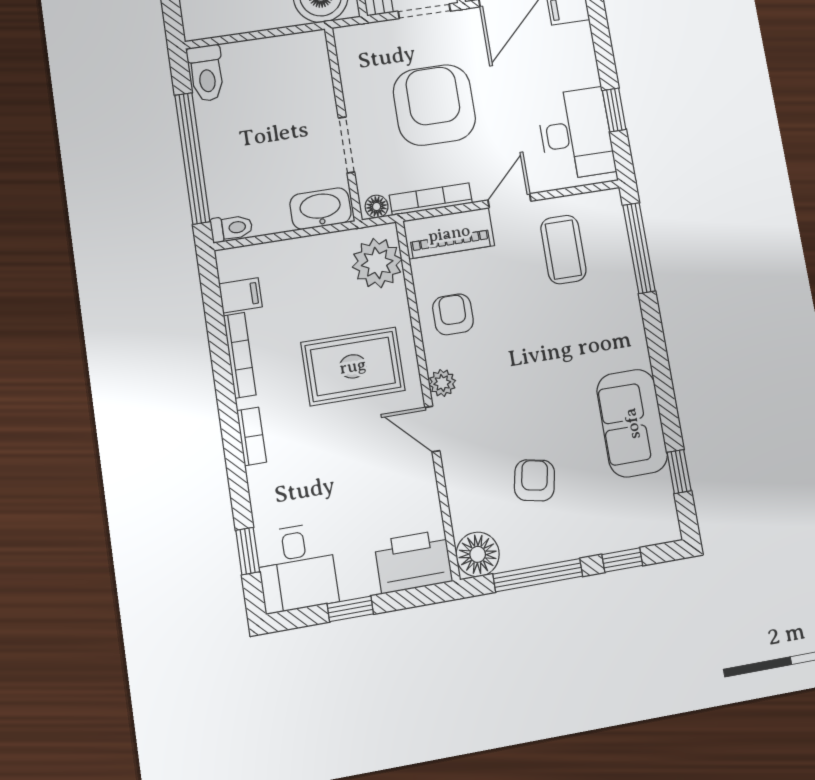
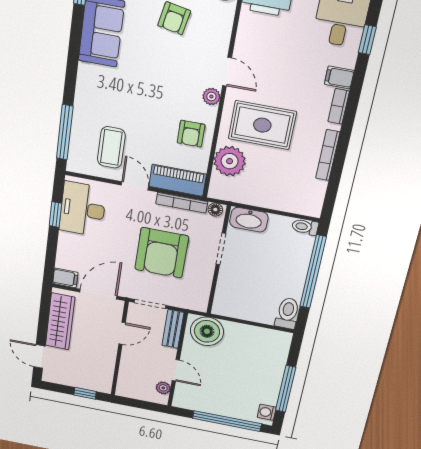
door: (509, 201) -> (135, 186), swing flipped
plant: (377, 263) -> (230, 161), moved
filing cabinet: (241, 295) -> (339, 77), moved

